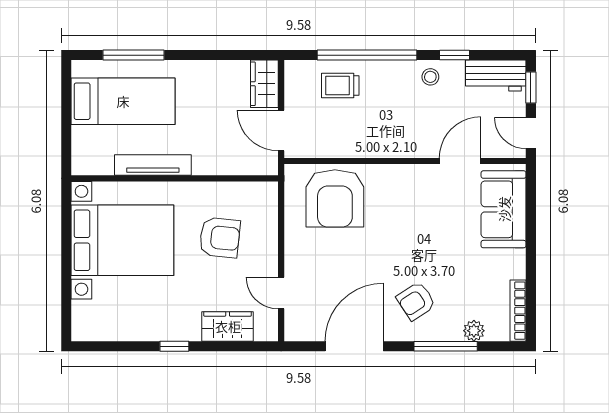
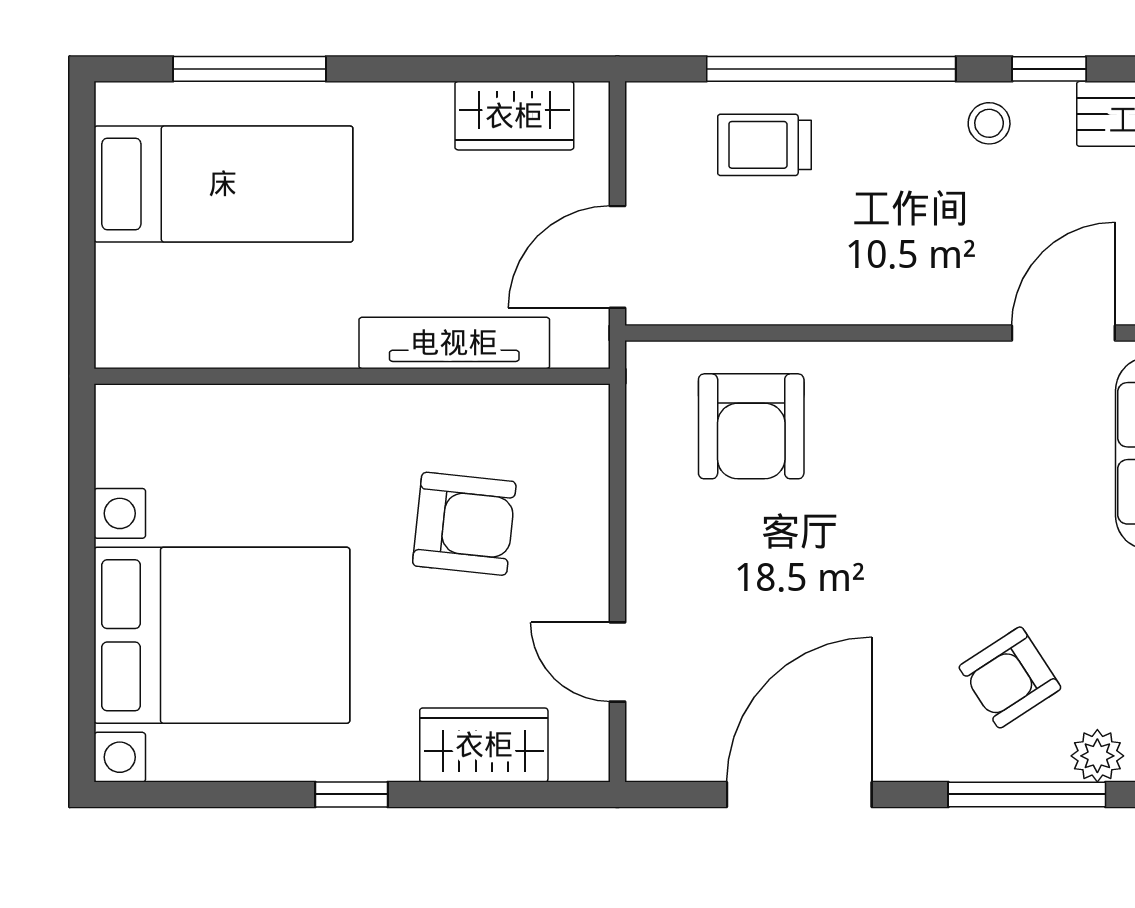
wardrobe: (264, 84) -> (514, 116), moved, turned -90
door: (281, 130) -> (617, 257), hinge flipped
tv unit: (153, 165) -> (454, 343), moved
armchair: (335, 198) -> (751, 426), width x0.73, depth x0.73
bed with nightstands: (122, 240) -> (222, 635), moved
armchair: (416, 301) -> (1010, 677), moved

